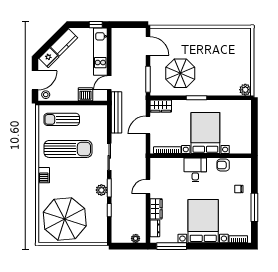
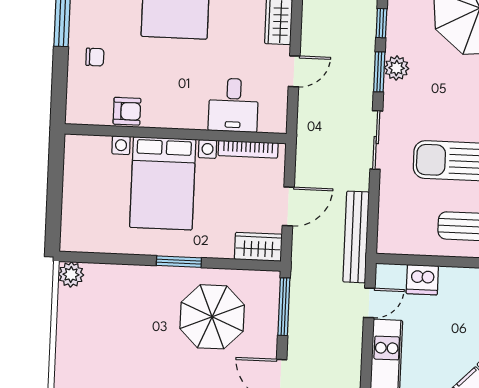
desk: (195, 170) -> (233, 105), moved

